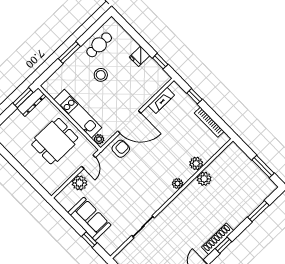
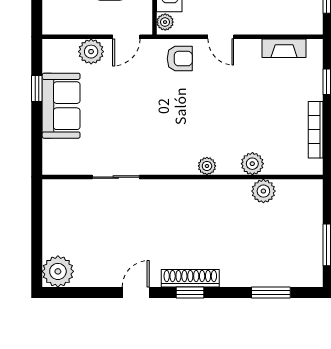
door: (129, 122) -> (221, 37), width x0.53
plant: (204, 179) -> (263, 191), moved
window: (89, 240) -> (37, 88), moved

